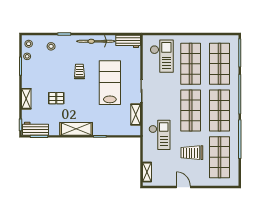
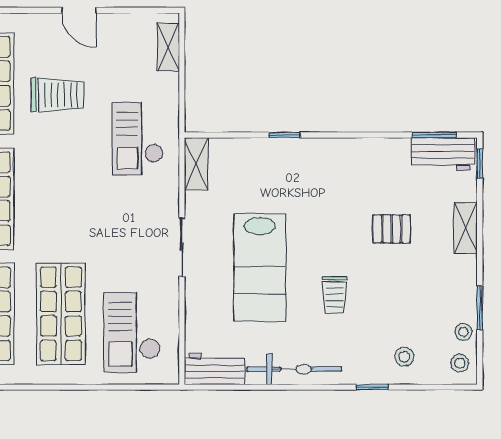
shop shelf: (191, 111) -> (61, 199), removed
shelving: (136, 114) -> (196, 164), moved
shelving: (76, 129) -> (343, 154), removed

